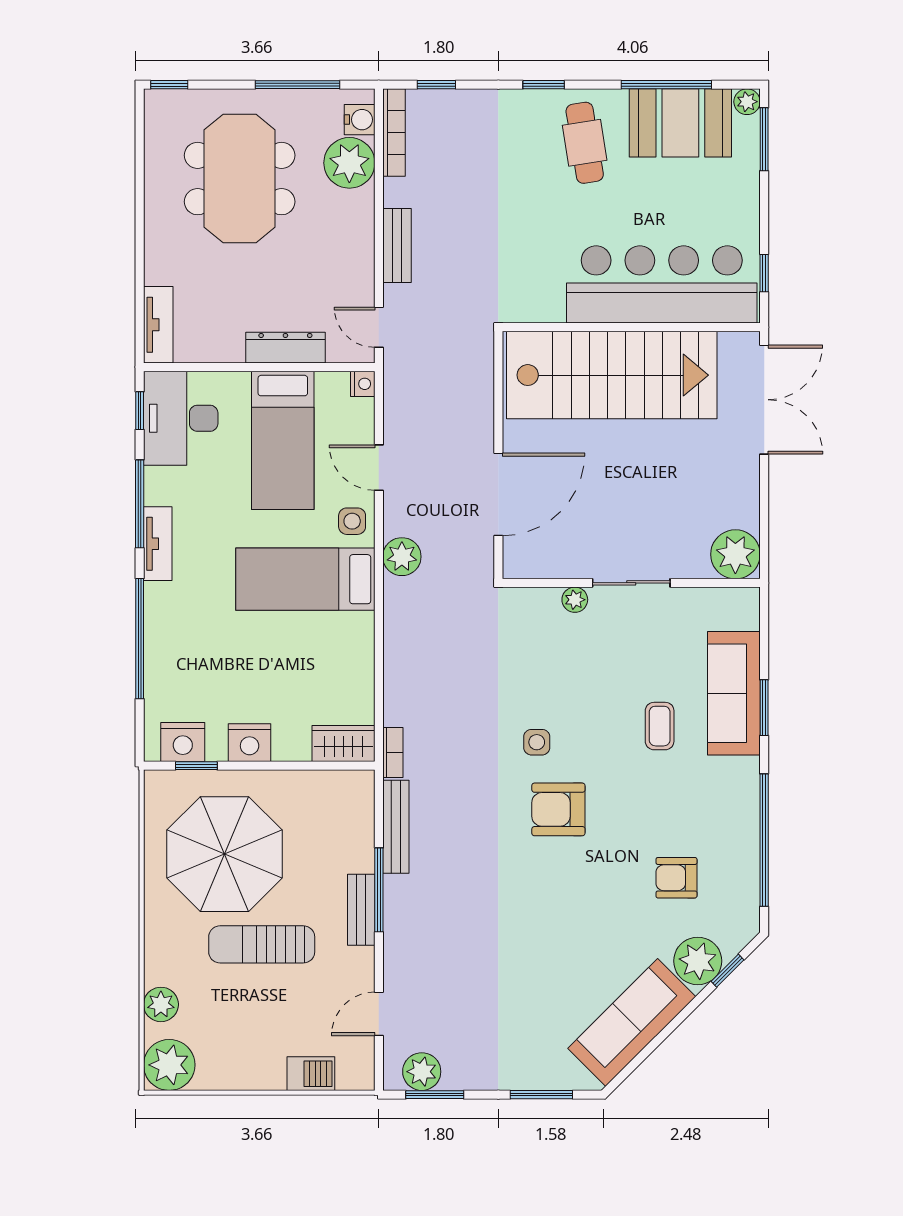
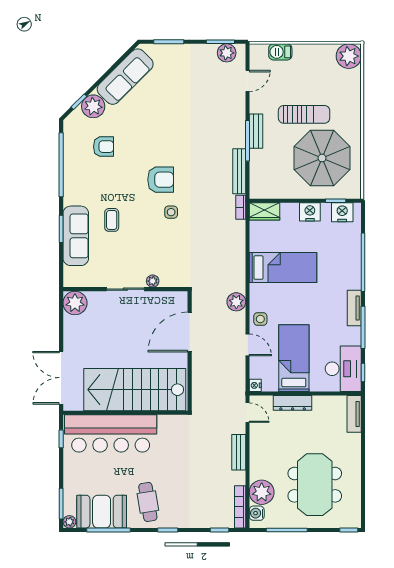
bed: (305, 579) -> (283, 268), moved
plant: (161, 1004) -> (353, 85), removed

